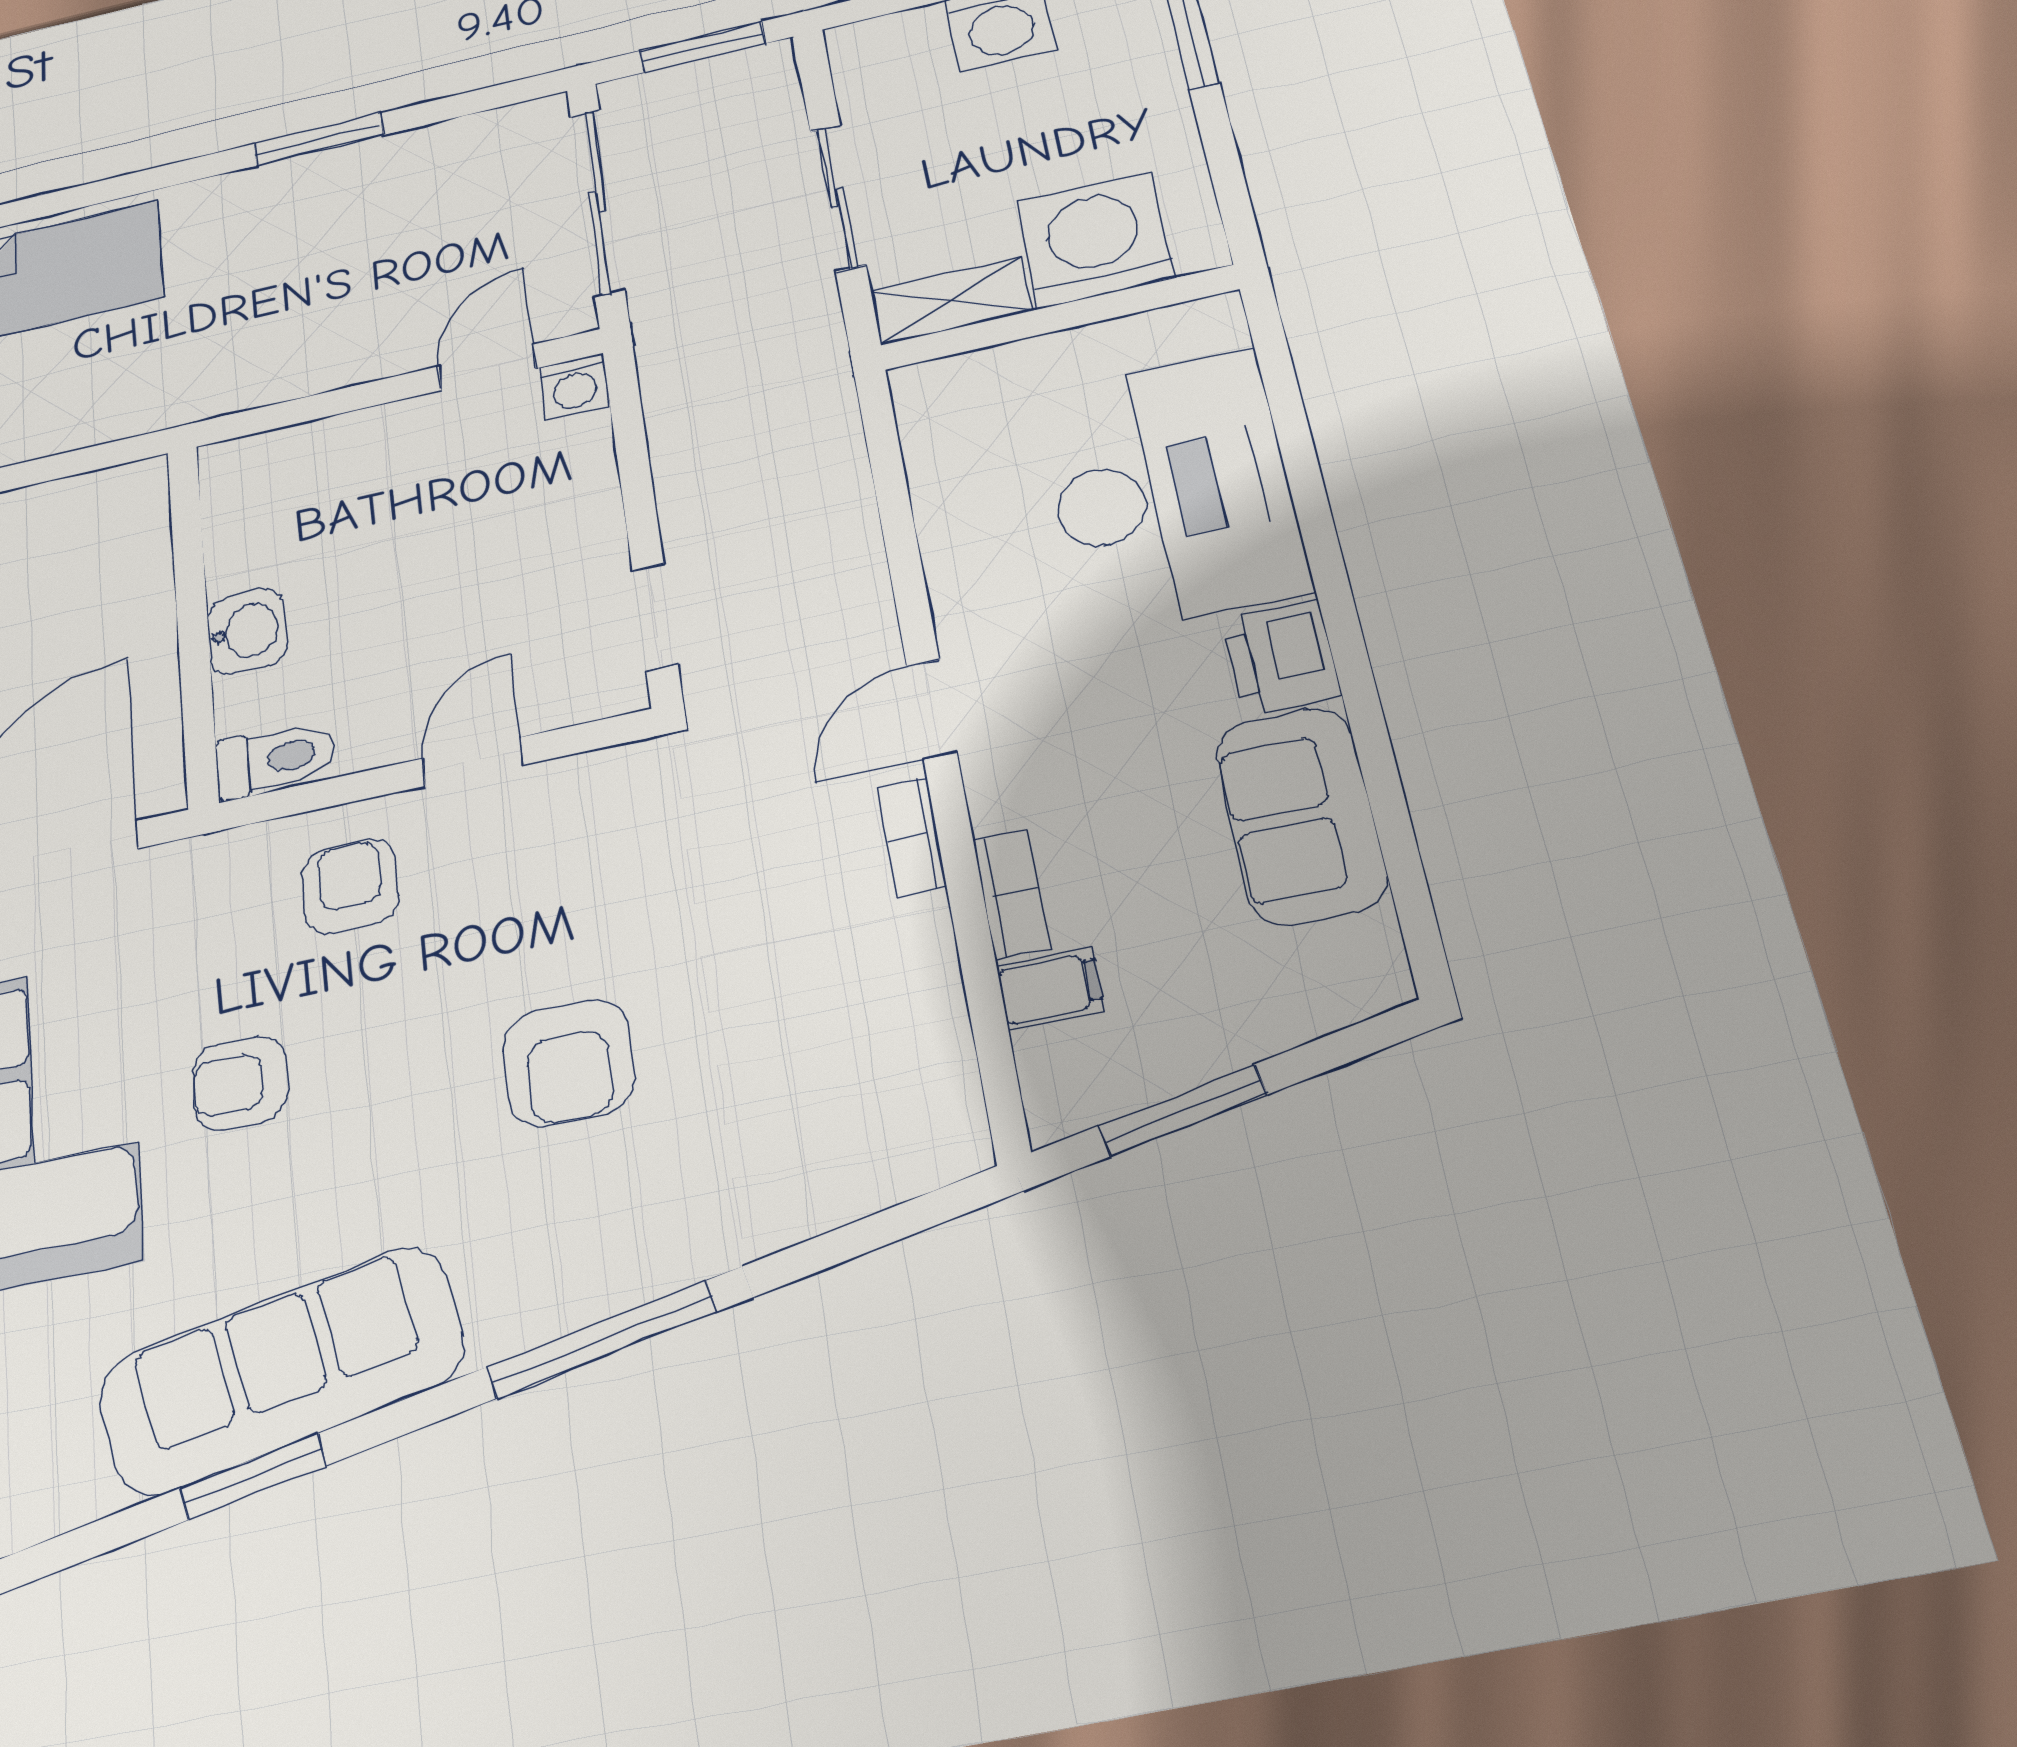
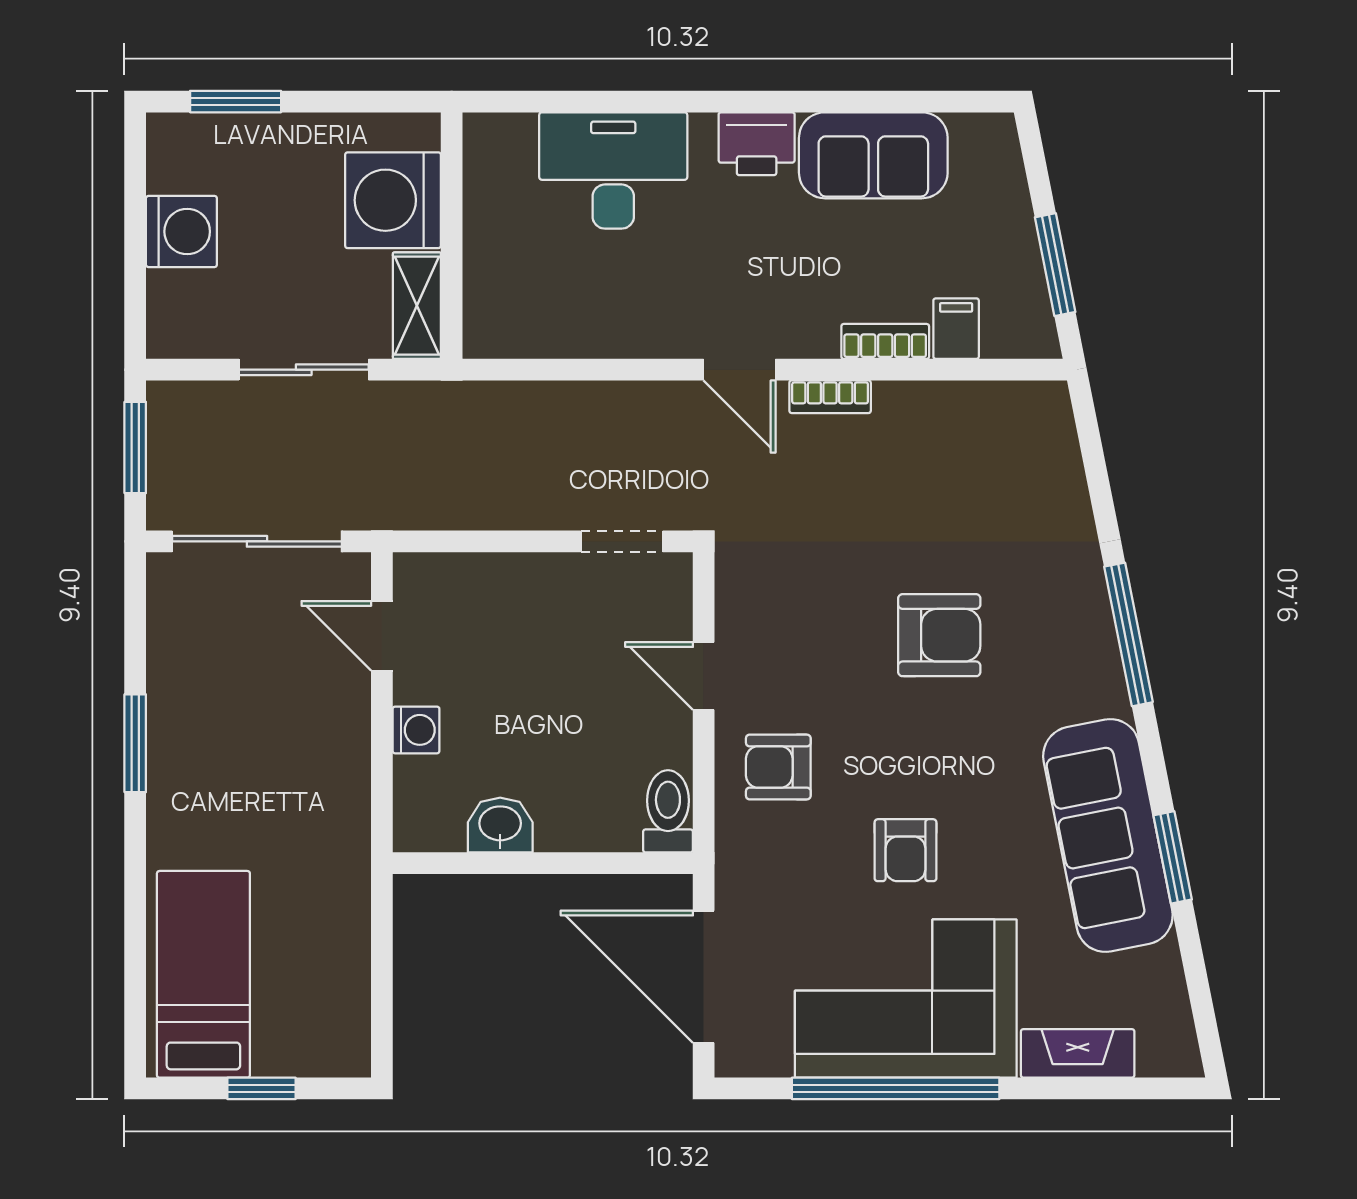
washing machine: (574, 386) -> (416, 730), moved
desk: (1171, 492) -> (613, 170), width x0.73, depth x0.77
washbasin: (247, 631) -> (500, 825), moved

